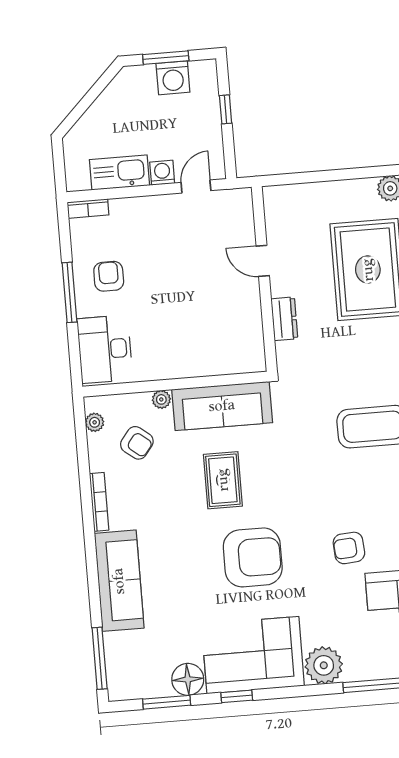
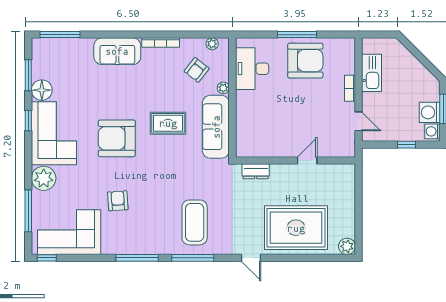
washing machine: (162, 173) -> (432, 131), moved, turned 180
bookcase: (88, 209) -> (350, 88), moved
armchair: (109, 276) -> (305, 61), width x1.88, depth x1.88
dresser: (284, 319) -> (256, 171), moved
desk: (105, 349) -> (252, 69), moved, turned -90
armchair: (253, 557) -> (117, 138), turned 90
sofa: (119, 581) -> (117, 51), width x0.73

